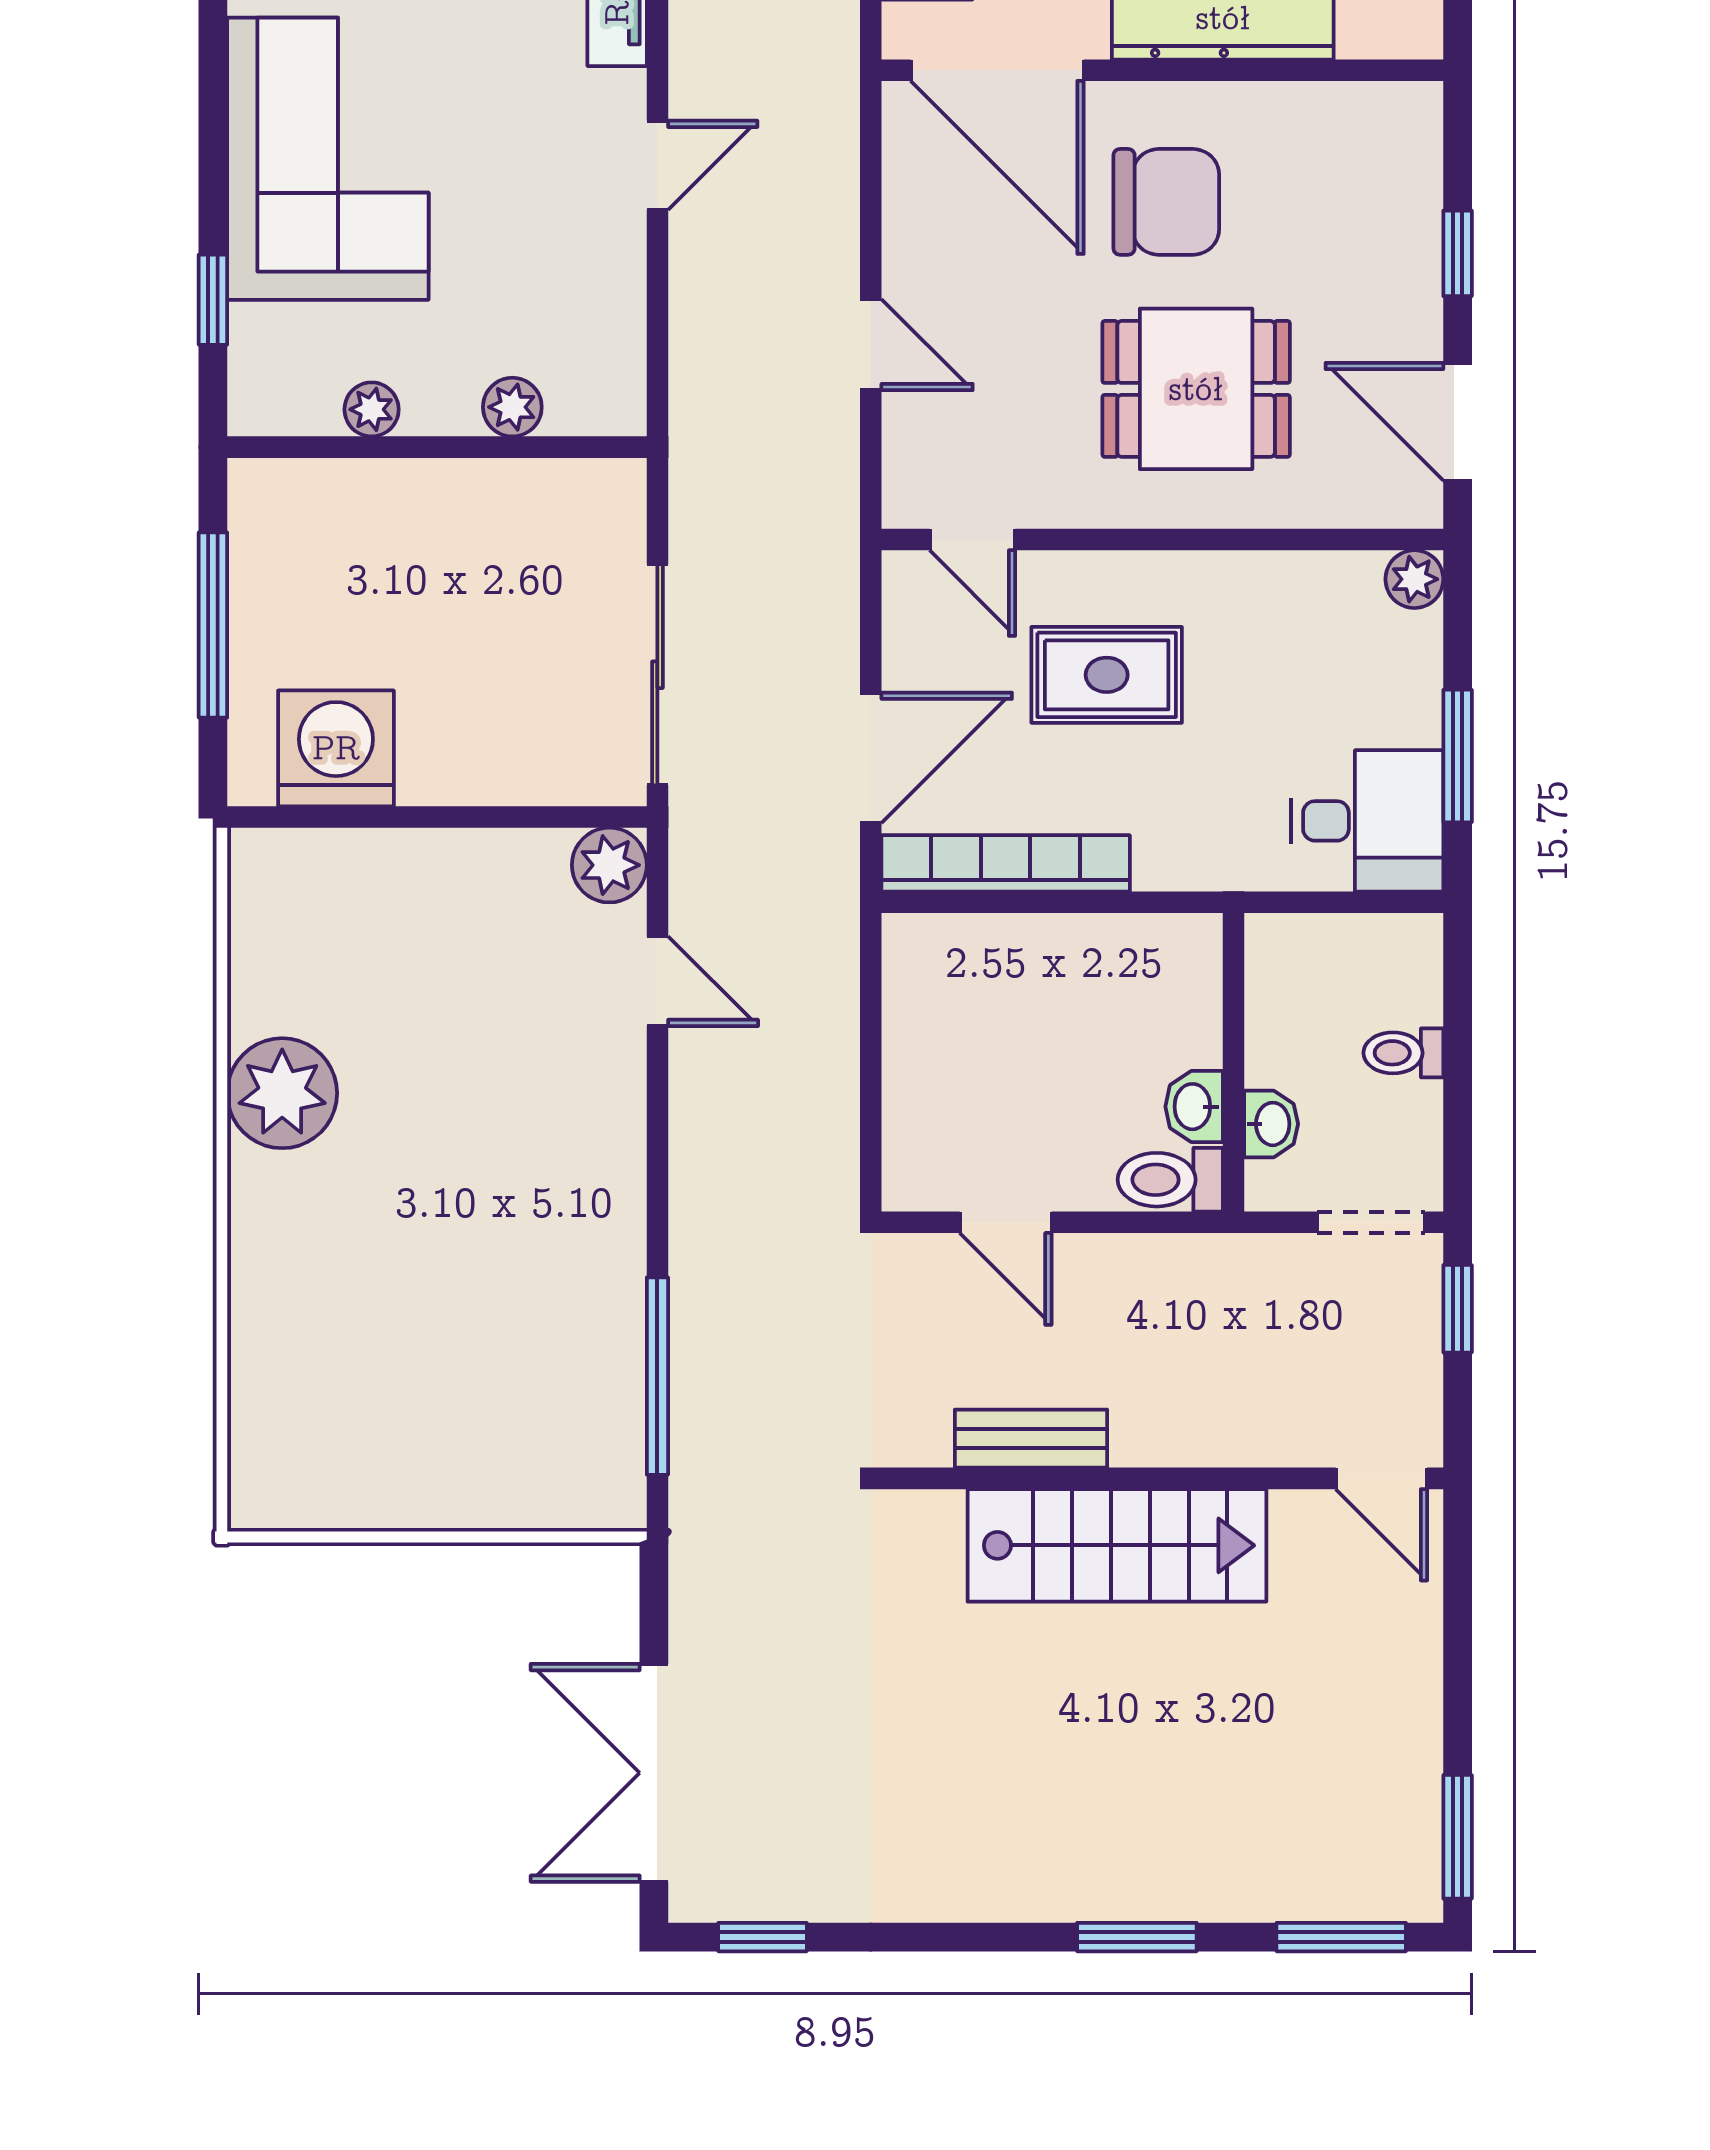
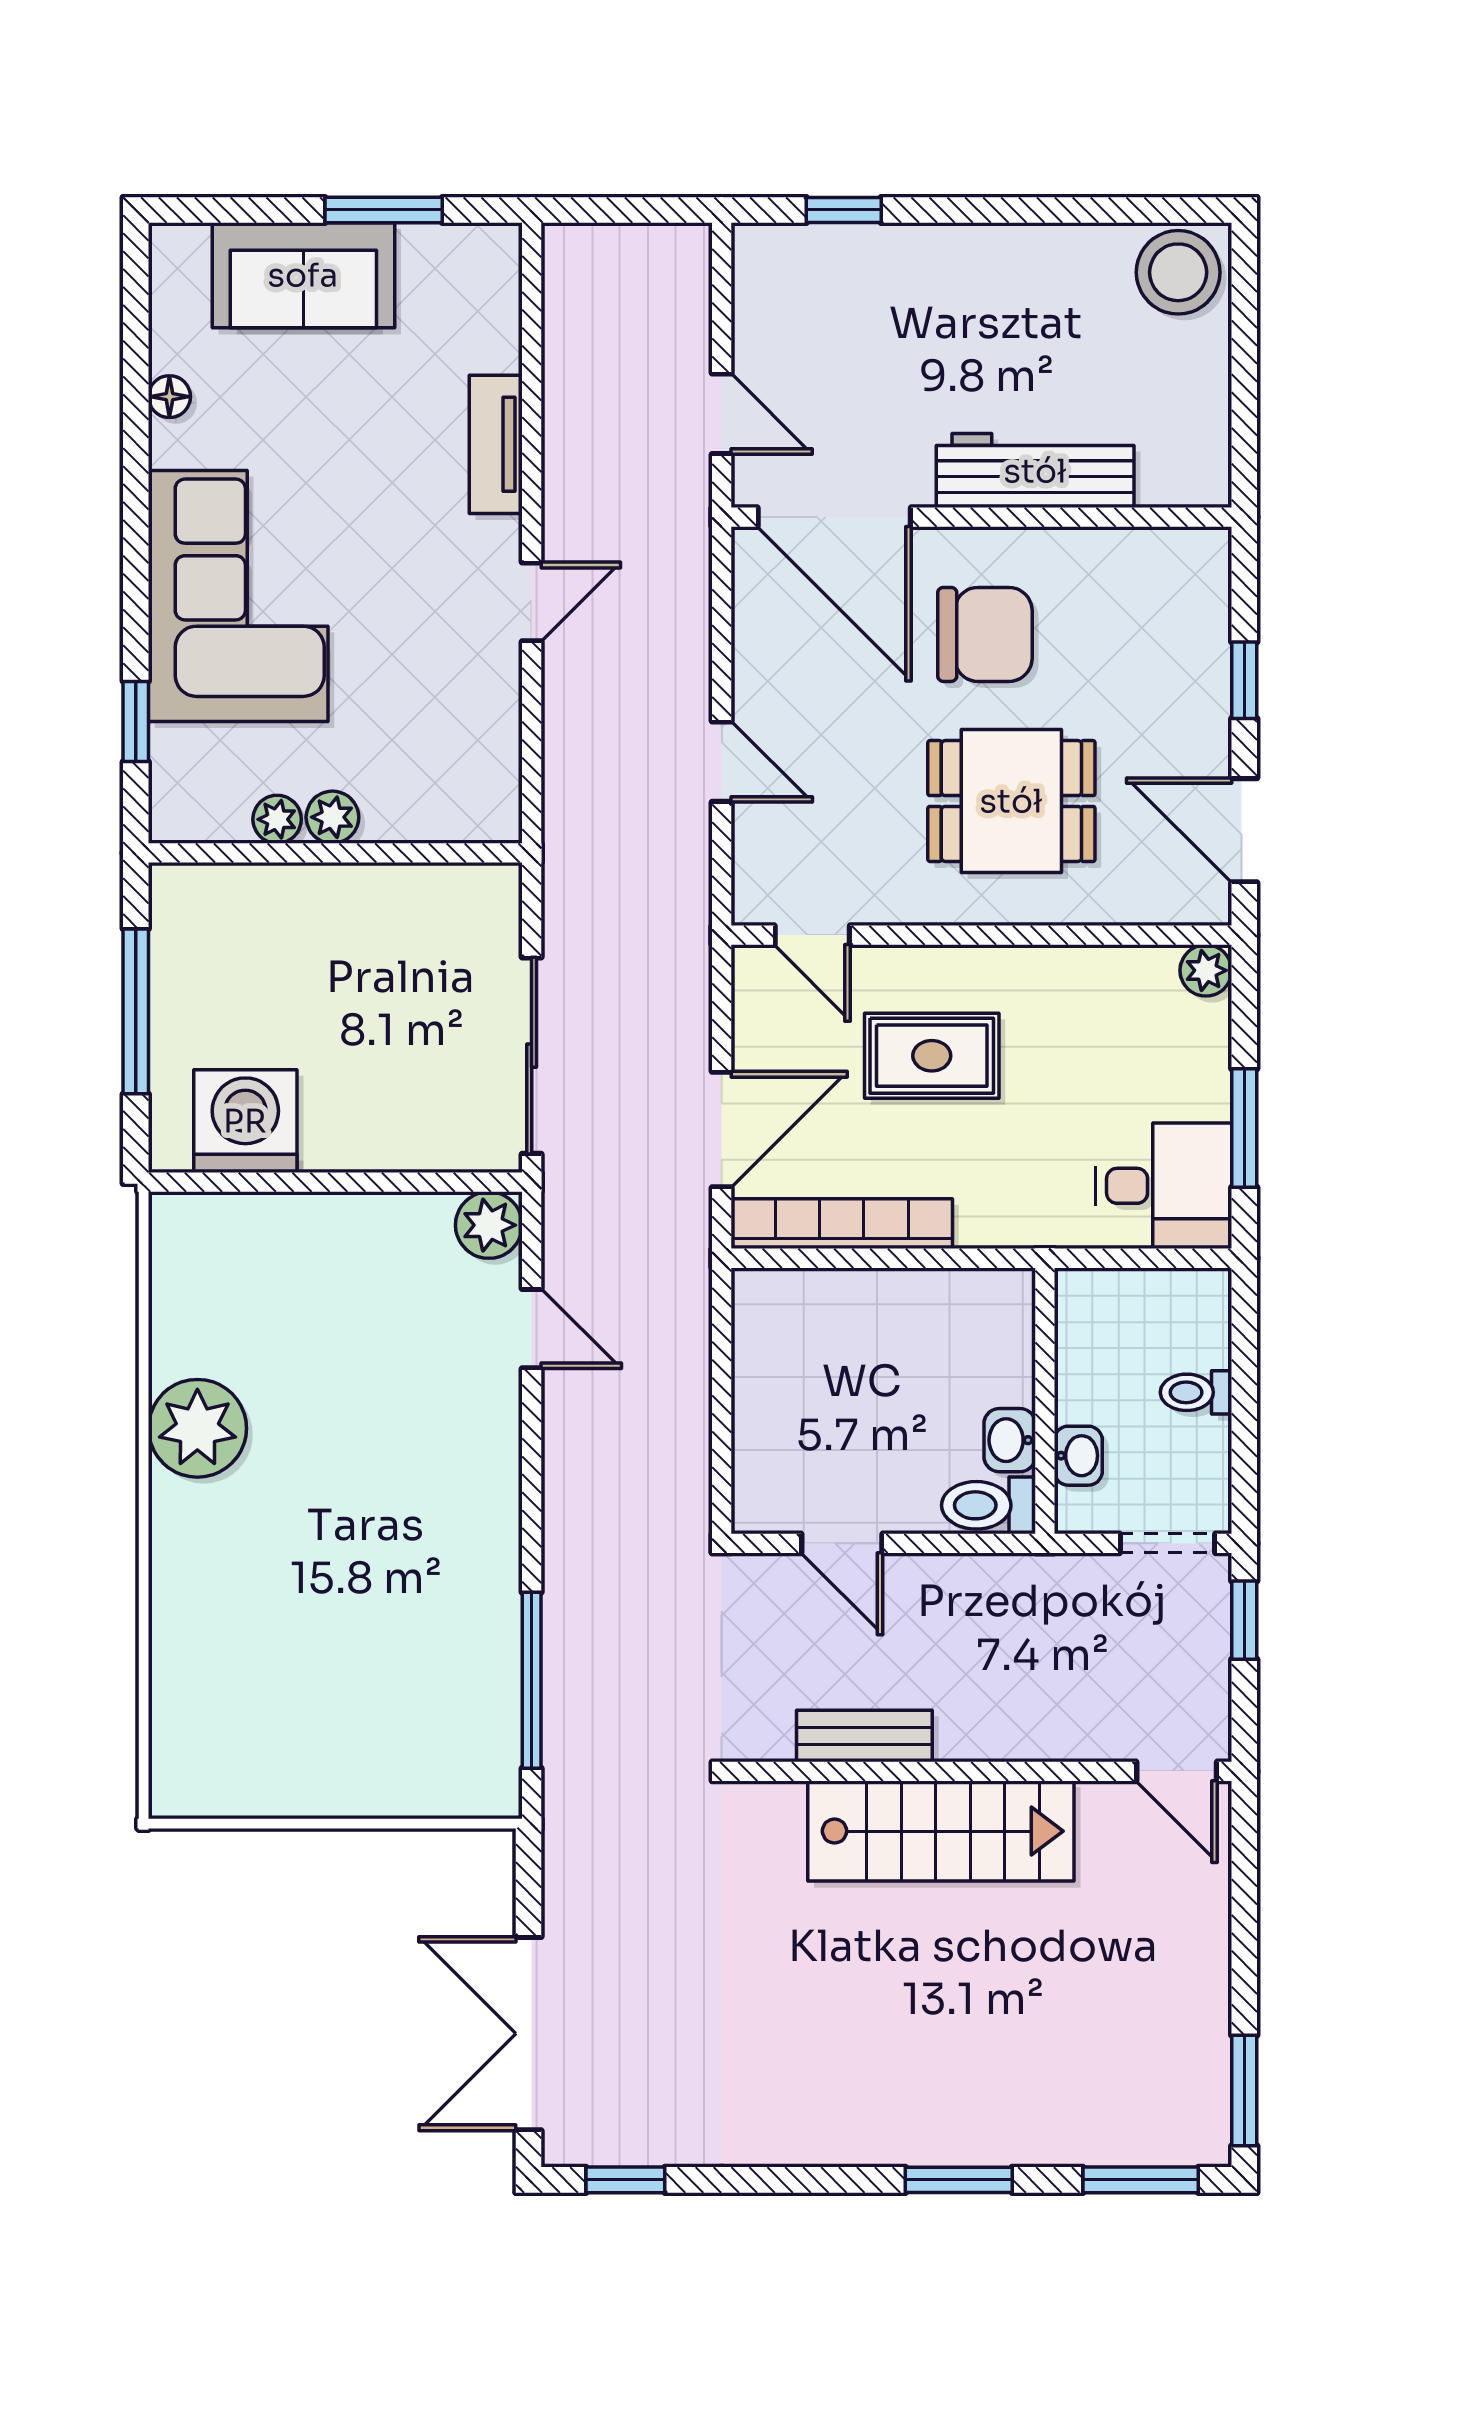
plant: (512, 407) -> (332, 817), moved

